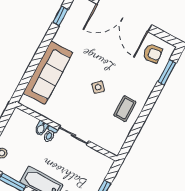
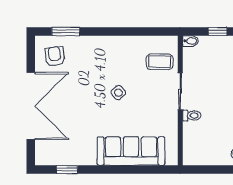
coffee table: (125, 109) -> (160, 62), moved
bidet: (41, 128) -> (191, 41), moved

